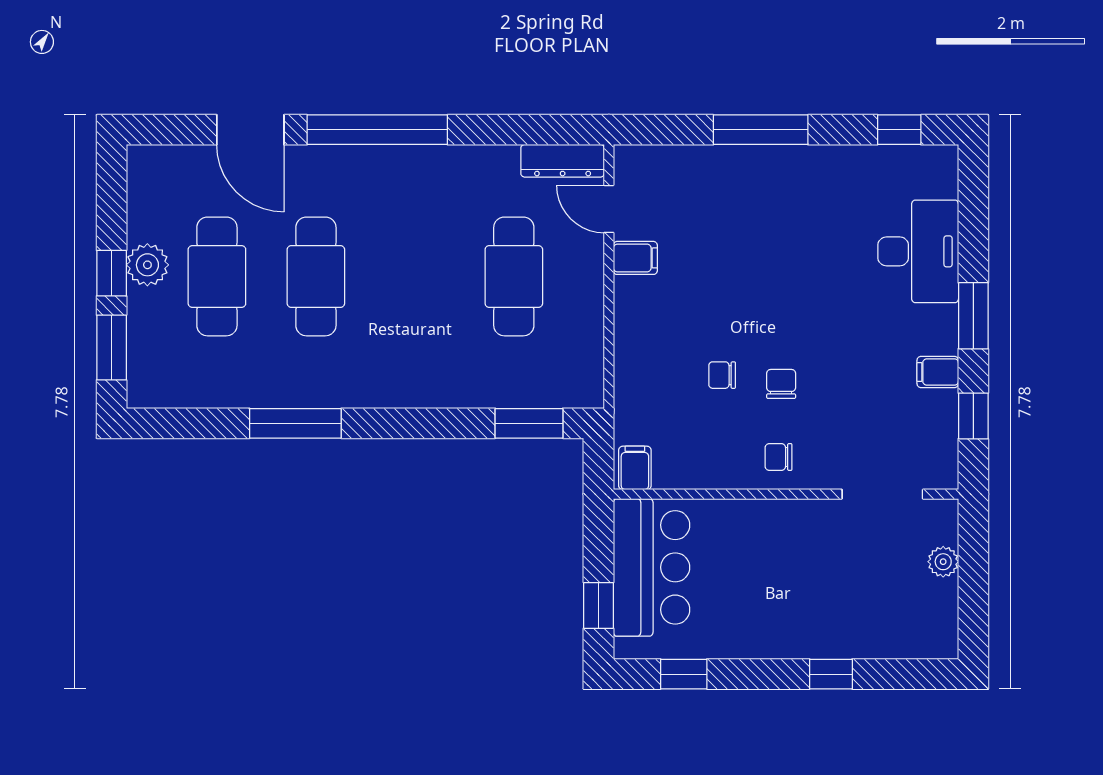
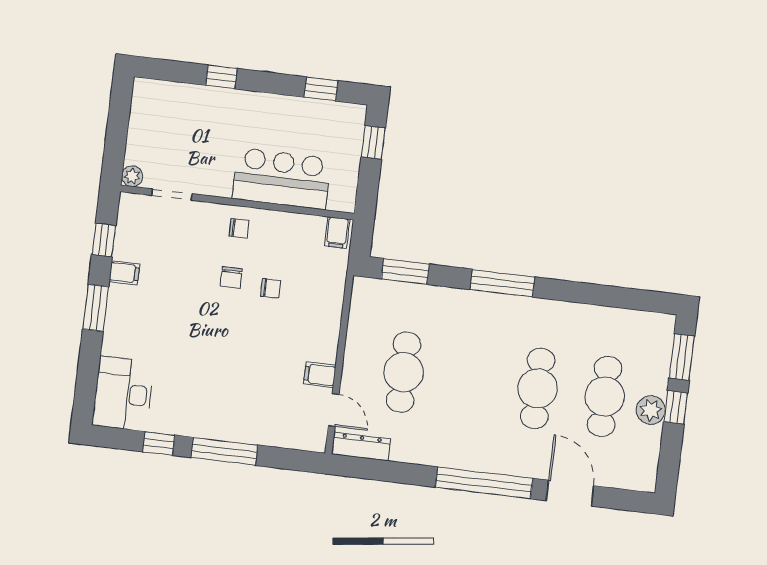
window: (899, 130) -> (159, 443), moved
desk: (918, 251) -> (123, 394), moved
window: (295, 423) -> (502, 283), moved
doorway: (882, 494) -> (172, 195), width x0.73
plant: (943, 562) -> (132, 176), moved
bar counter: (652, 567) -> (282, 179), moved, turned 90

